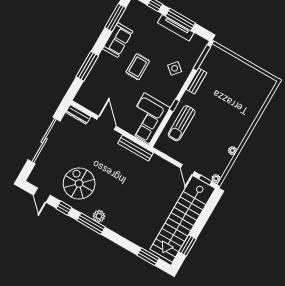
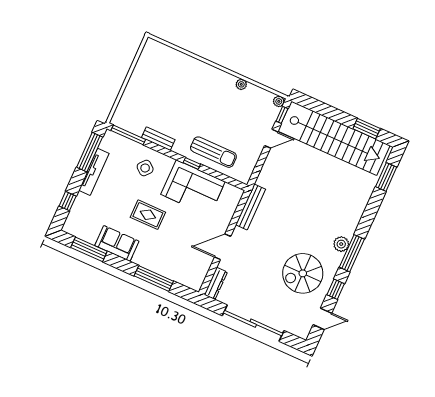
window: (180, 20) -> (90, 152), moved
corner sofa: (147, 118) -> (193, 188), moved

